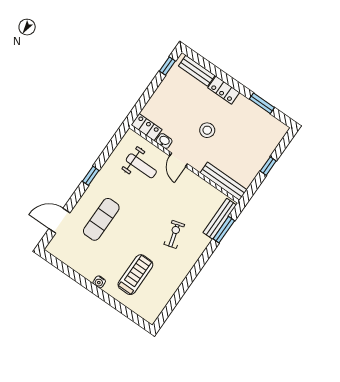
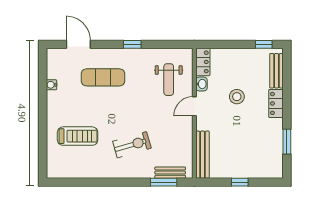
stool: (207, 130) -> (237, 97), moved
bench: (220, 219) -> (170, 173), width x0.73
exercise bike: (174, 234) -> (132, 145), width x1.38, depth x1.39
water cooler: (99, 282) -> (51, 85), moved

